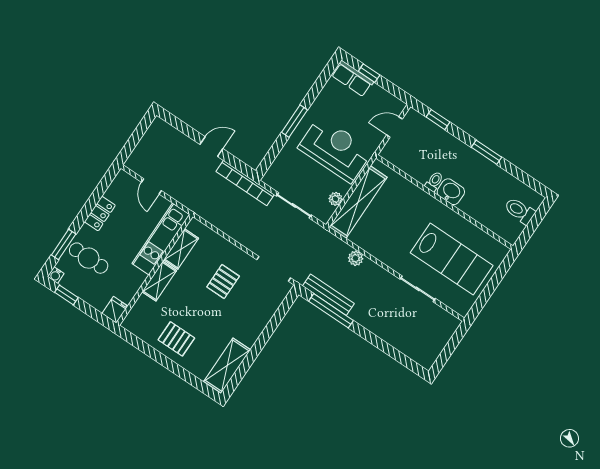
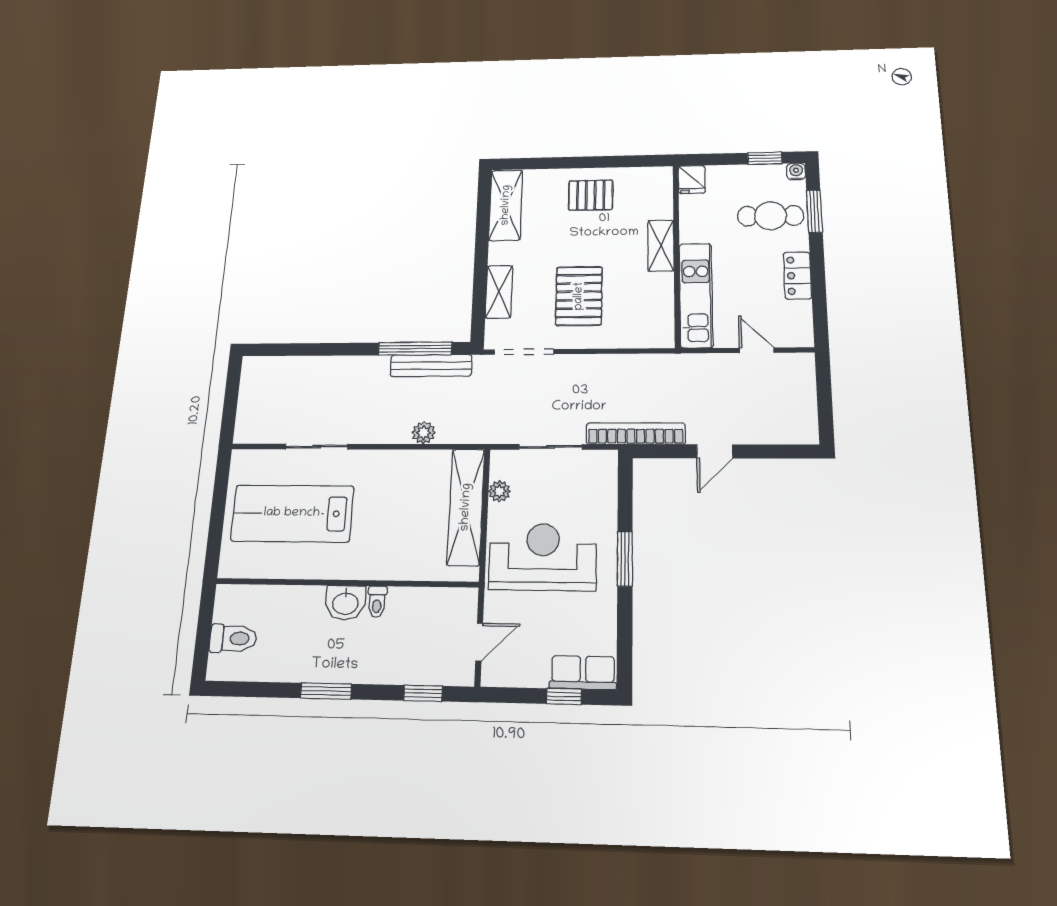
reception desk: (335, 149) -> (543, 557), turned 180
shelving: (181, 249) -> (499, 292), moved
pallet: (223, 282) -> (579, 296), width x1.50, depth x1.42

